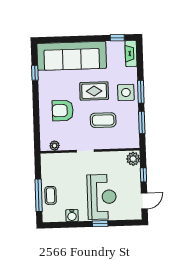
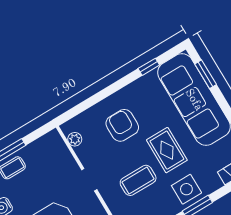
window: (60, 40) -> (206, 74), added
coffee table: (103, 120) -> (138, 180), turned 90

